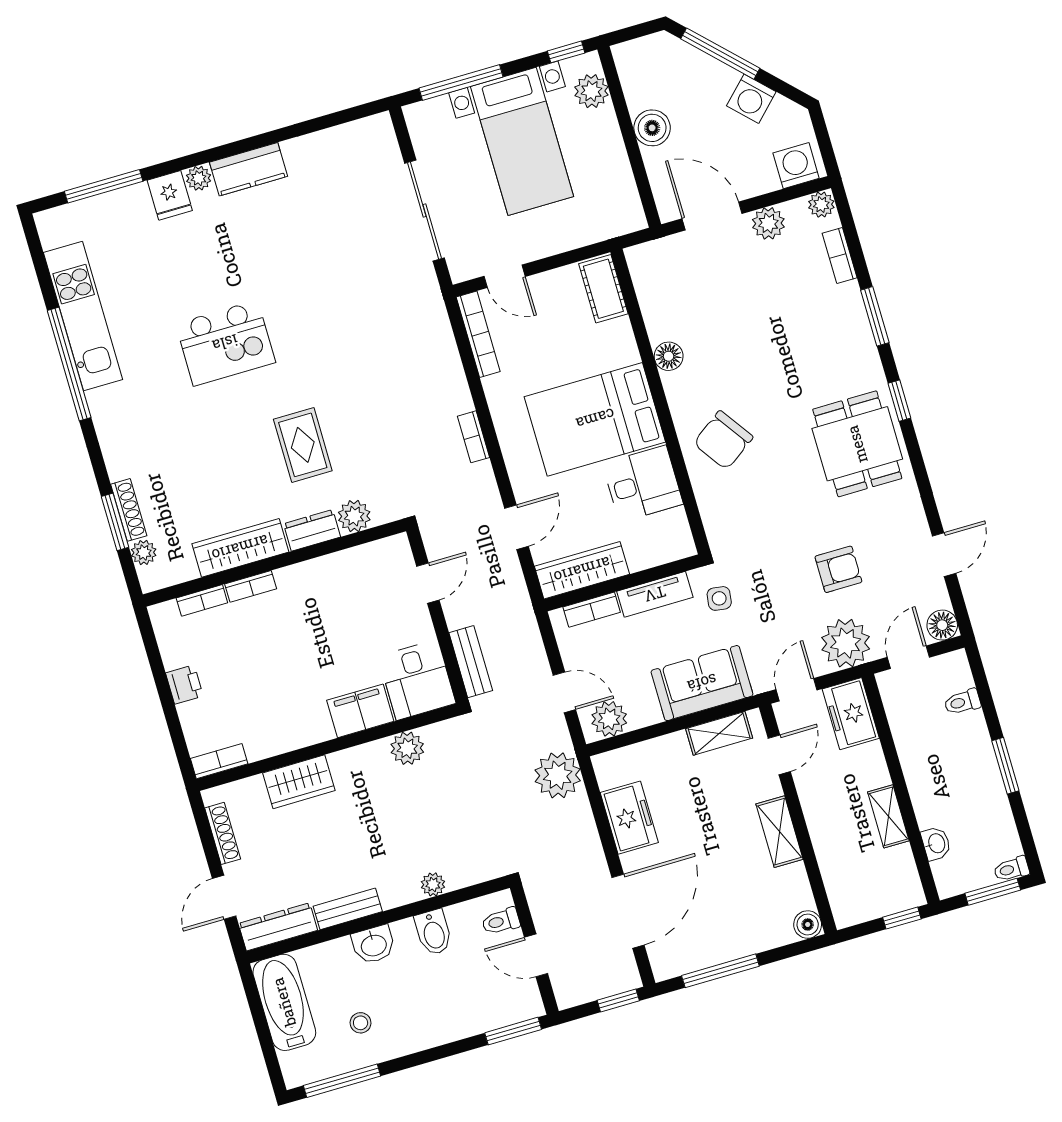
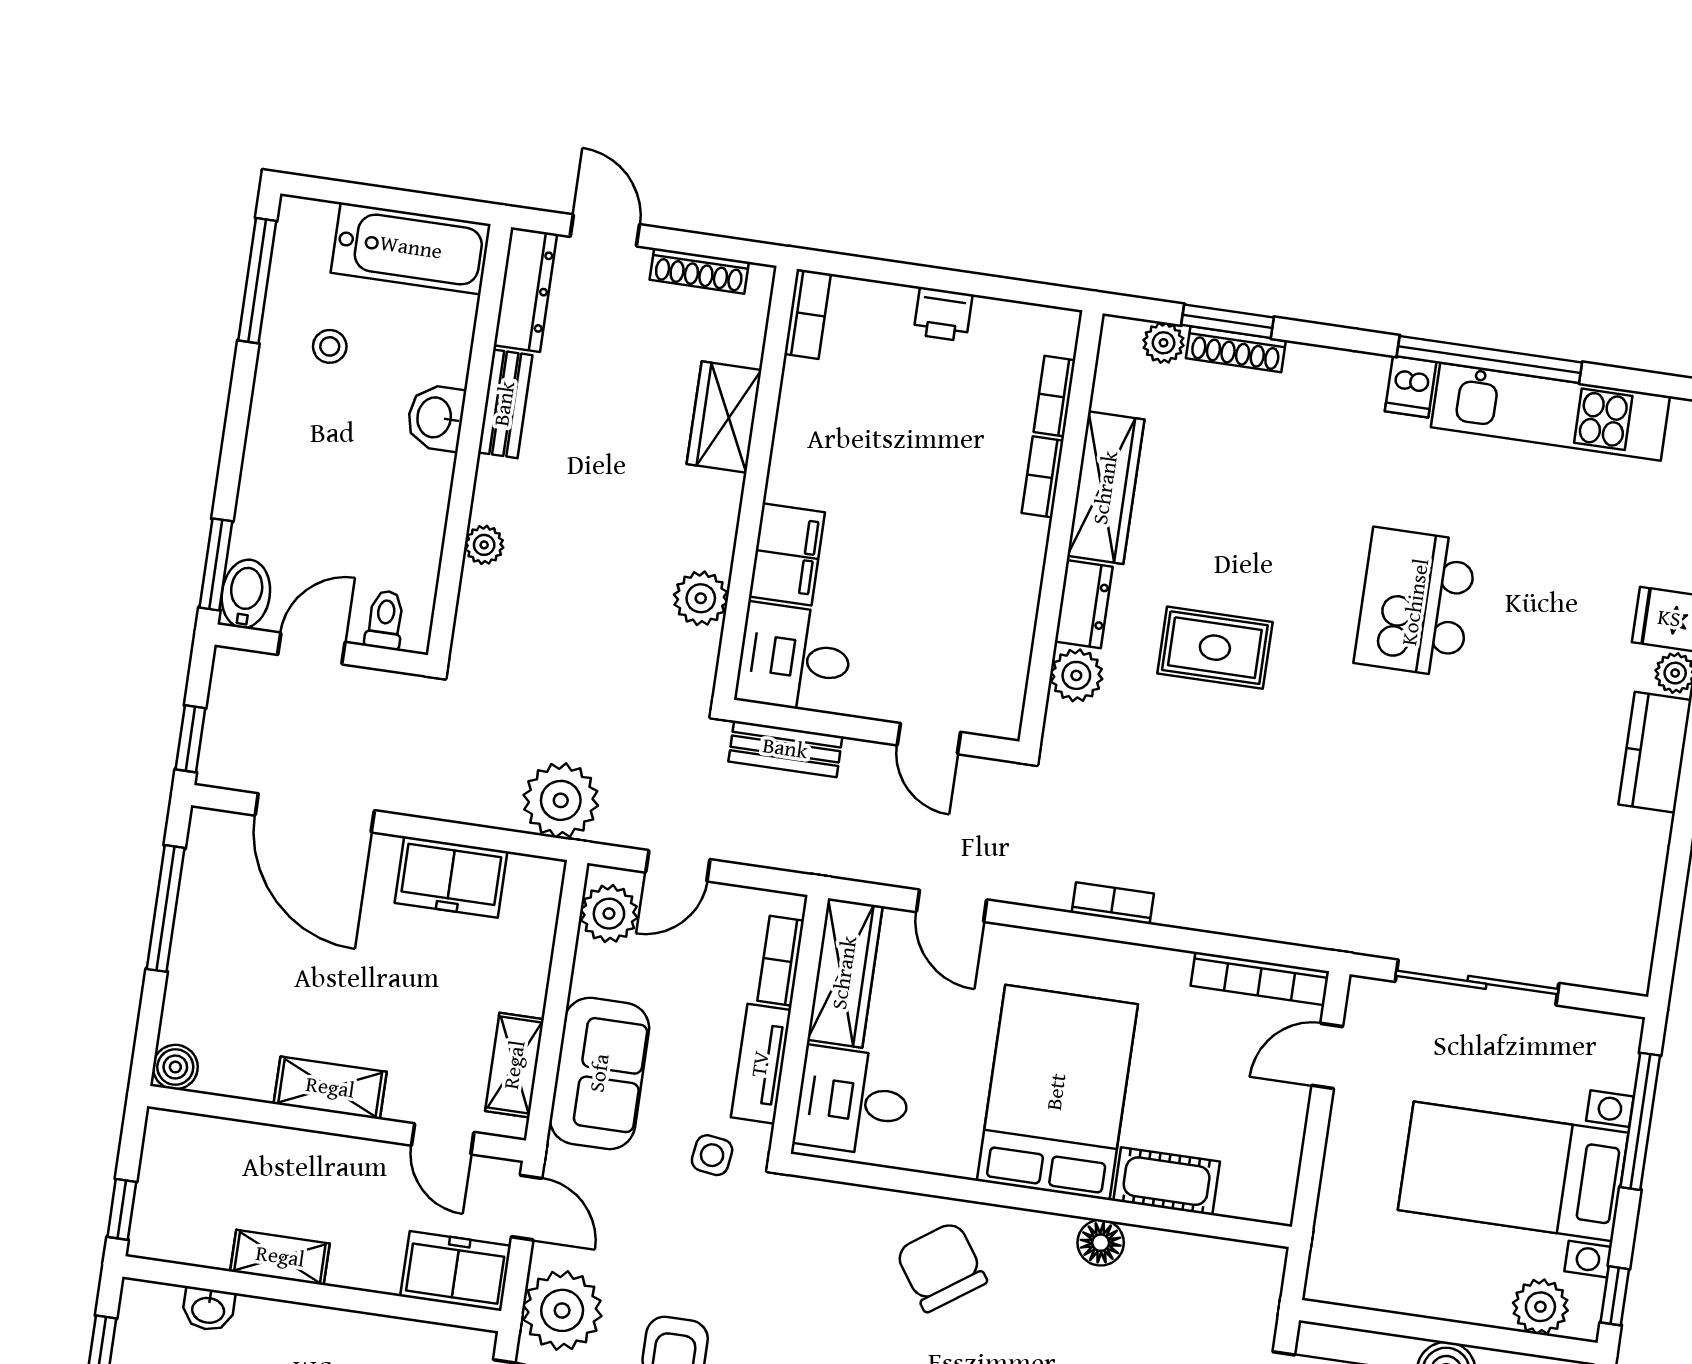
cot: (603, 289) -> (1167, 1181), moved
dishwasher: (105, 402) -> (1411, 387), added
desk: (643, 484) -> (853, 1101), moved, turned 90
bidet: (433, 932) -> (246, 594), moved, turned 90

